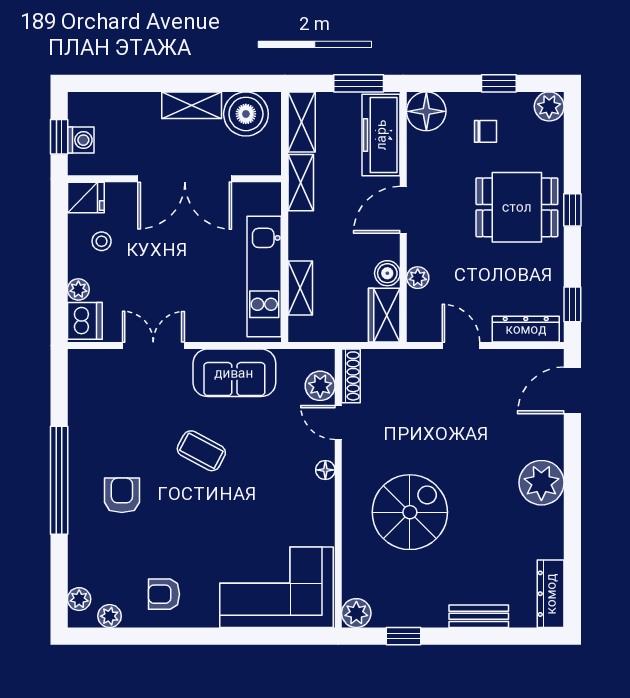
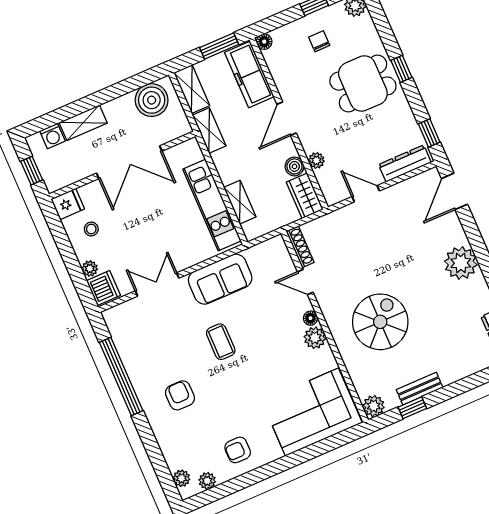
shelving: (192, 105) -> (83, 123), moved
floor lamp: (426, 111) -> (264, 42), width x0.53, depth x0.53
chair: (486, 131) -> (319, 41), turned -90
washing machine: (81, 140) -> (52, 136), moved, turned 90
plant: (320, 386) -> (315, 338), moved
coffee table: (201, 451) -> (221, 342), turned 62
window: (59, 480) -> (121, 376), moved
bench: (479, 616) -> (420, 389), moved

